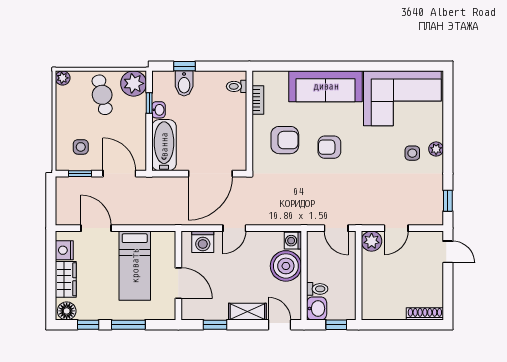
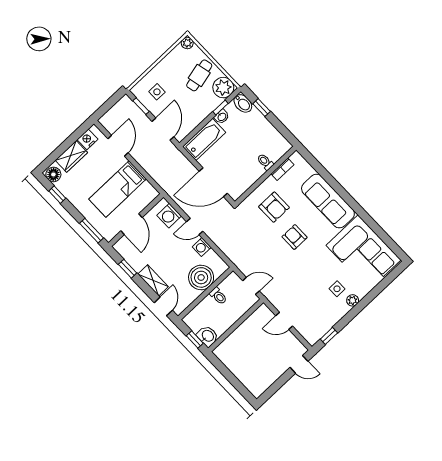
bidet: (184, 83) -> (243, 103), moved, turned -90
toilet: (237, 86) -> (265, 162), moved
door: (336, 228) -> (251, 286), swing flipped
washing machine: (293, 241) -> (202, 247), moved, turned -90
plant: (372, 241) -> (263, 314), removed
door: (448, 252) -> (299, 364), hinge flipped
toilet: (317, 289) -> (218, 296), moved
washbasin: (317, 308) -> (208, 336), moved, turned -90
shoe rack: (425, 314) -> (250, 385), removed
window: (128, 325) -> (91, 231), moved

